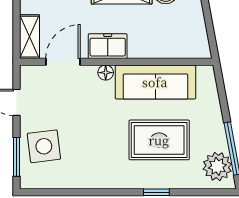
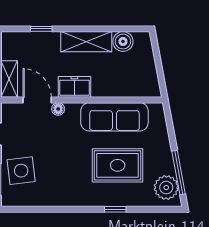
door: (63, 62) -> (37, 100), hinge flipped
floor lamp: (106, 73) -> (58, 109), moved

